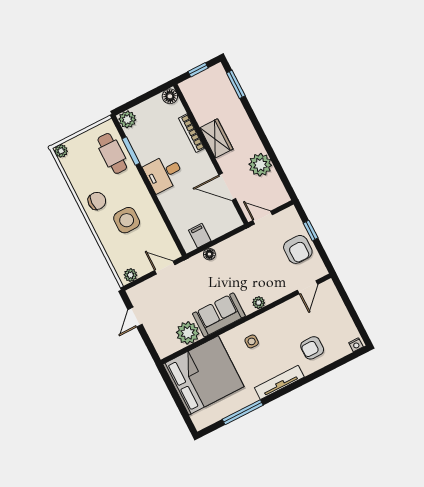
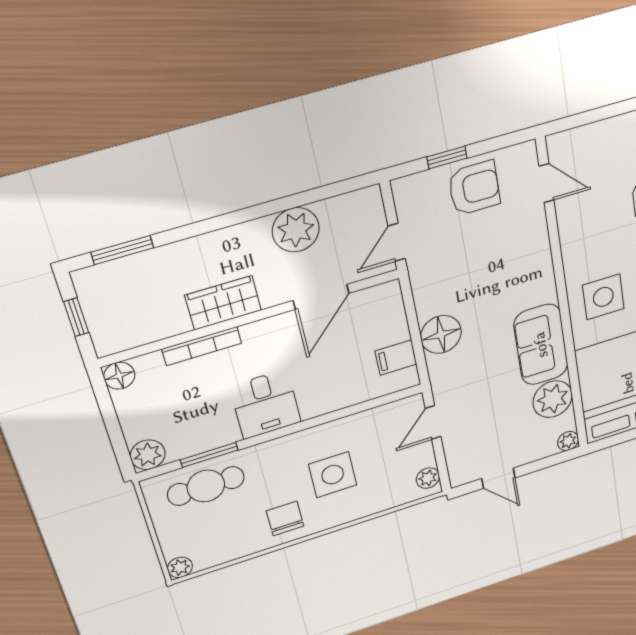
floor lamp: (209, 254) -> (441, 334), width x1.89, depth x1.89
plant: (259, 303) -> (568, 441), moved
side table: (252, 341) -> (603, 297), width x1.87, depth x1.87

